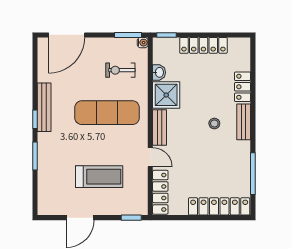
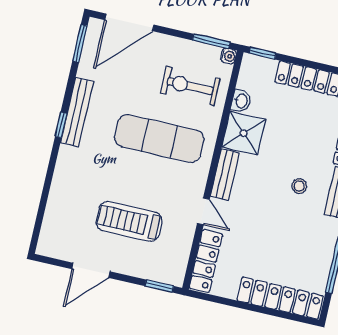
exercise bike: (120, 70) -> (190, 86), width x1.38, depth x1.39
window: (35, 156) -> (80, 44), moved
treadmill: (99, 177) -> (129, 221), turned 180

